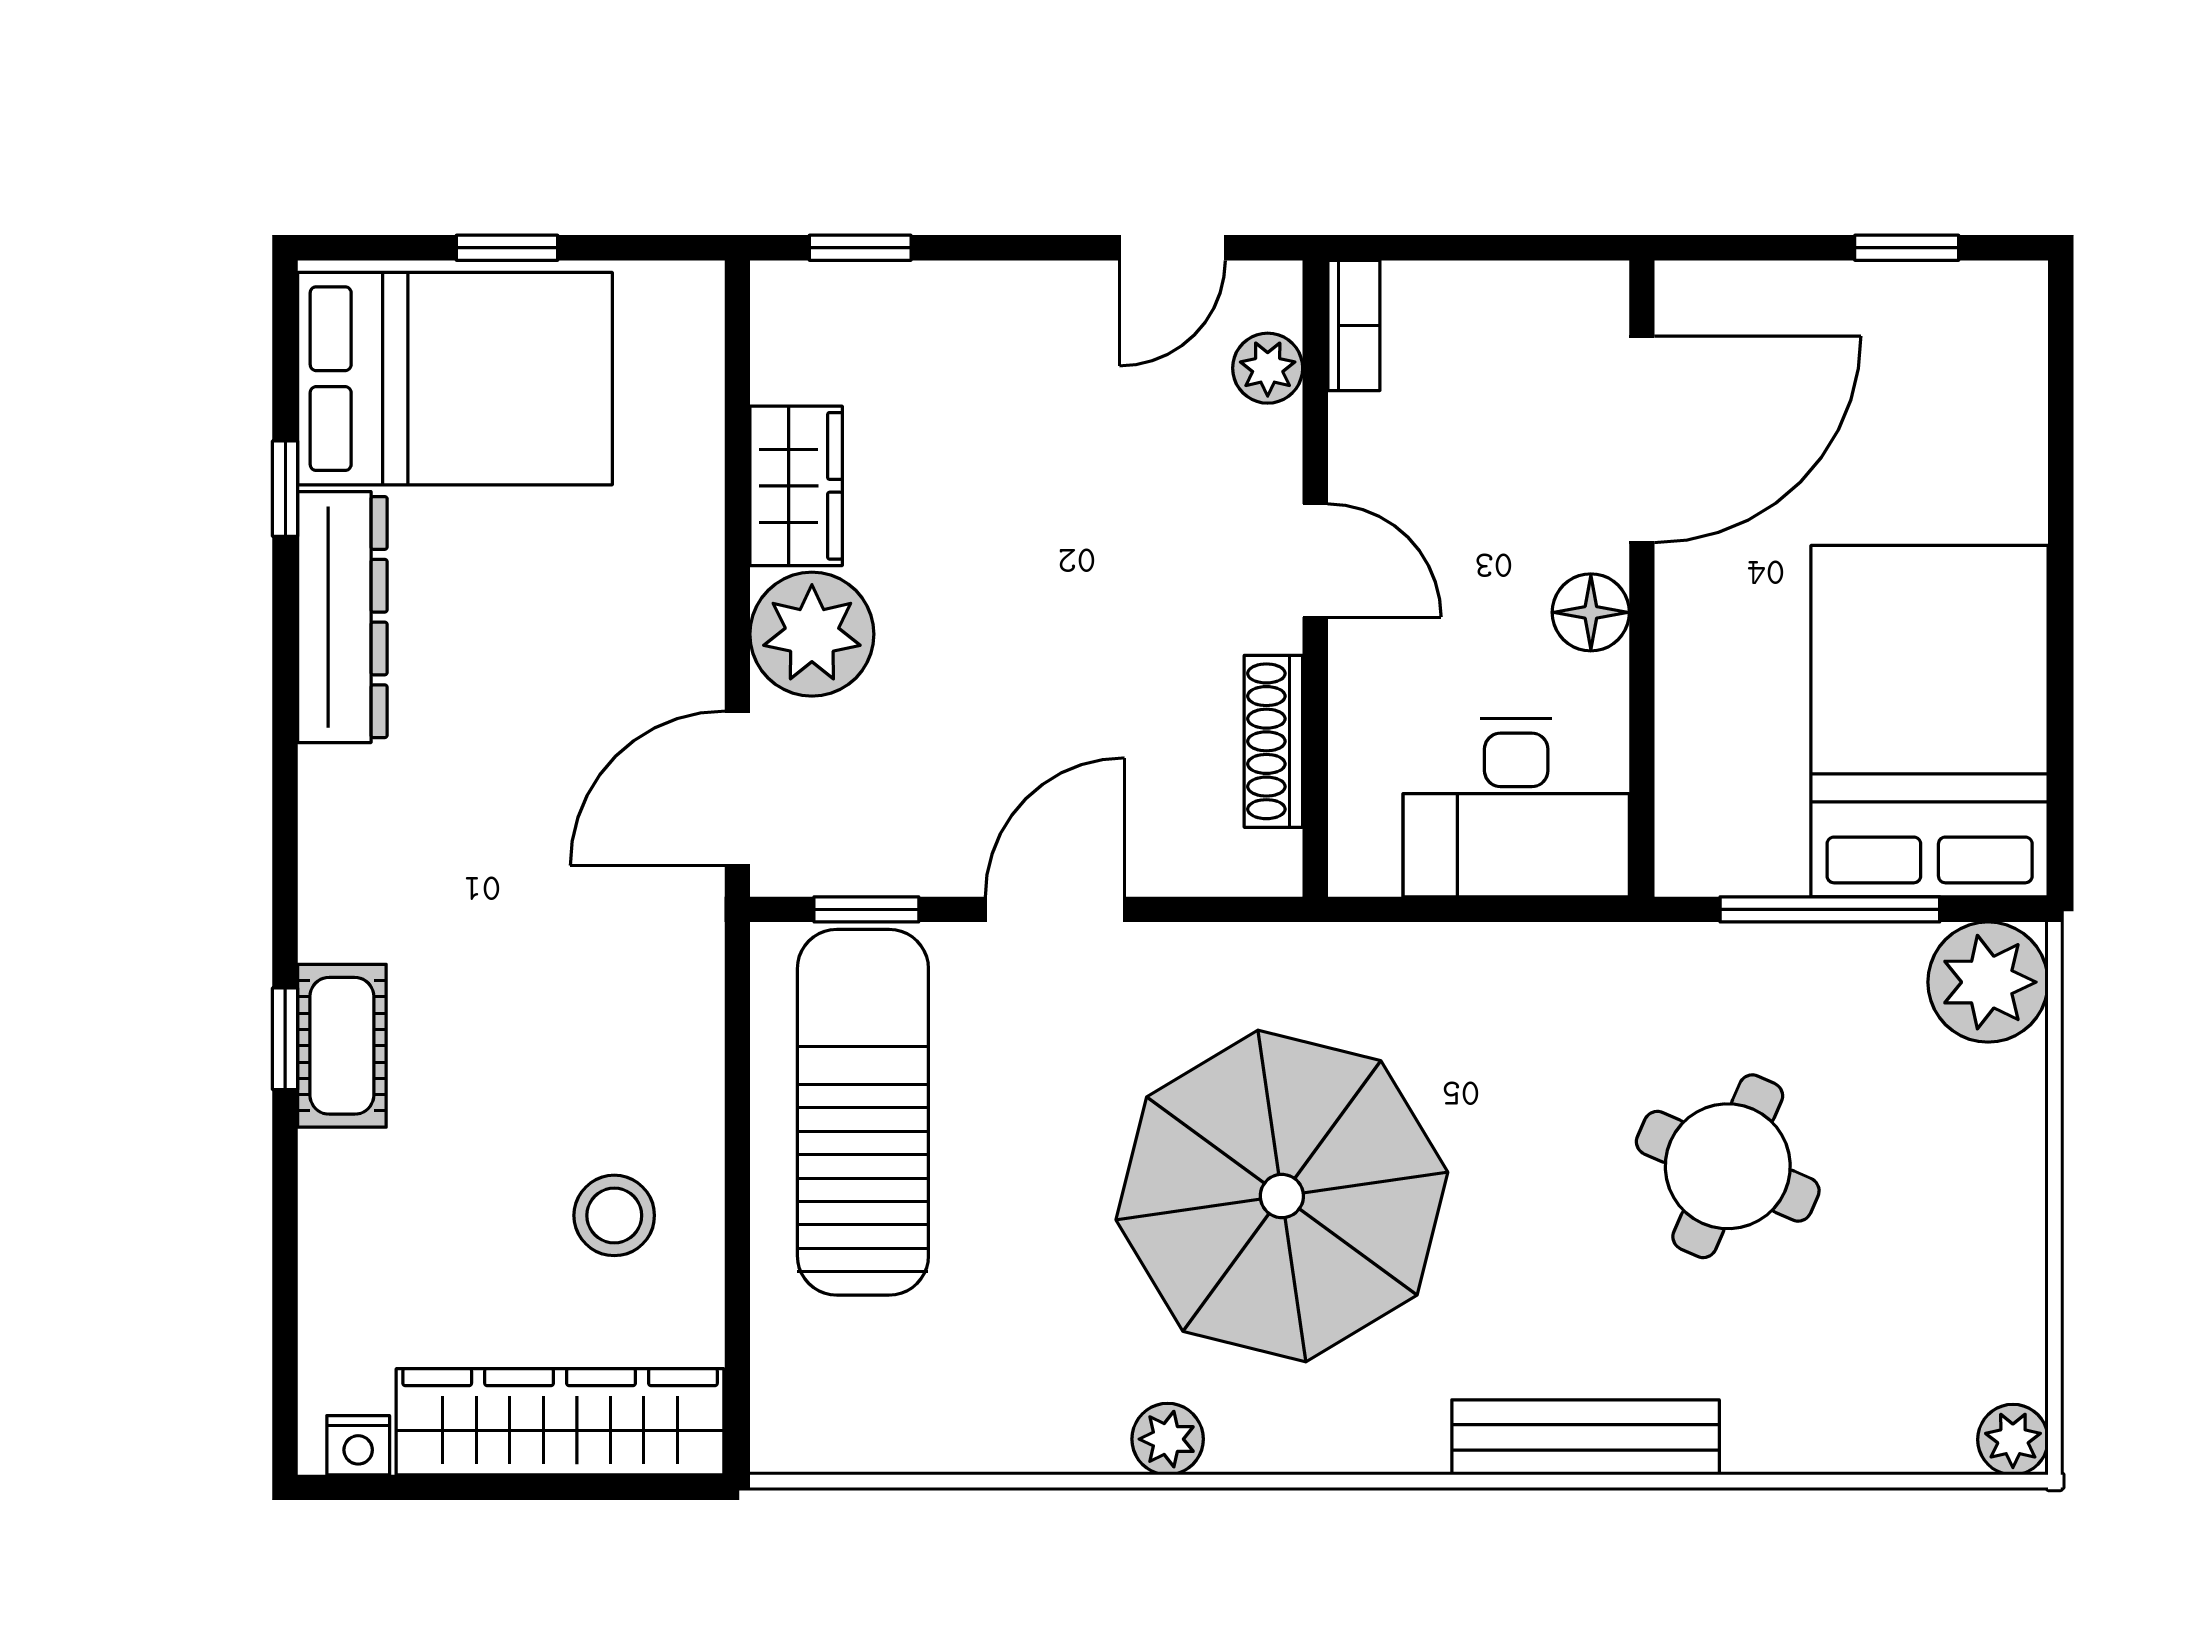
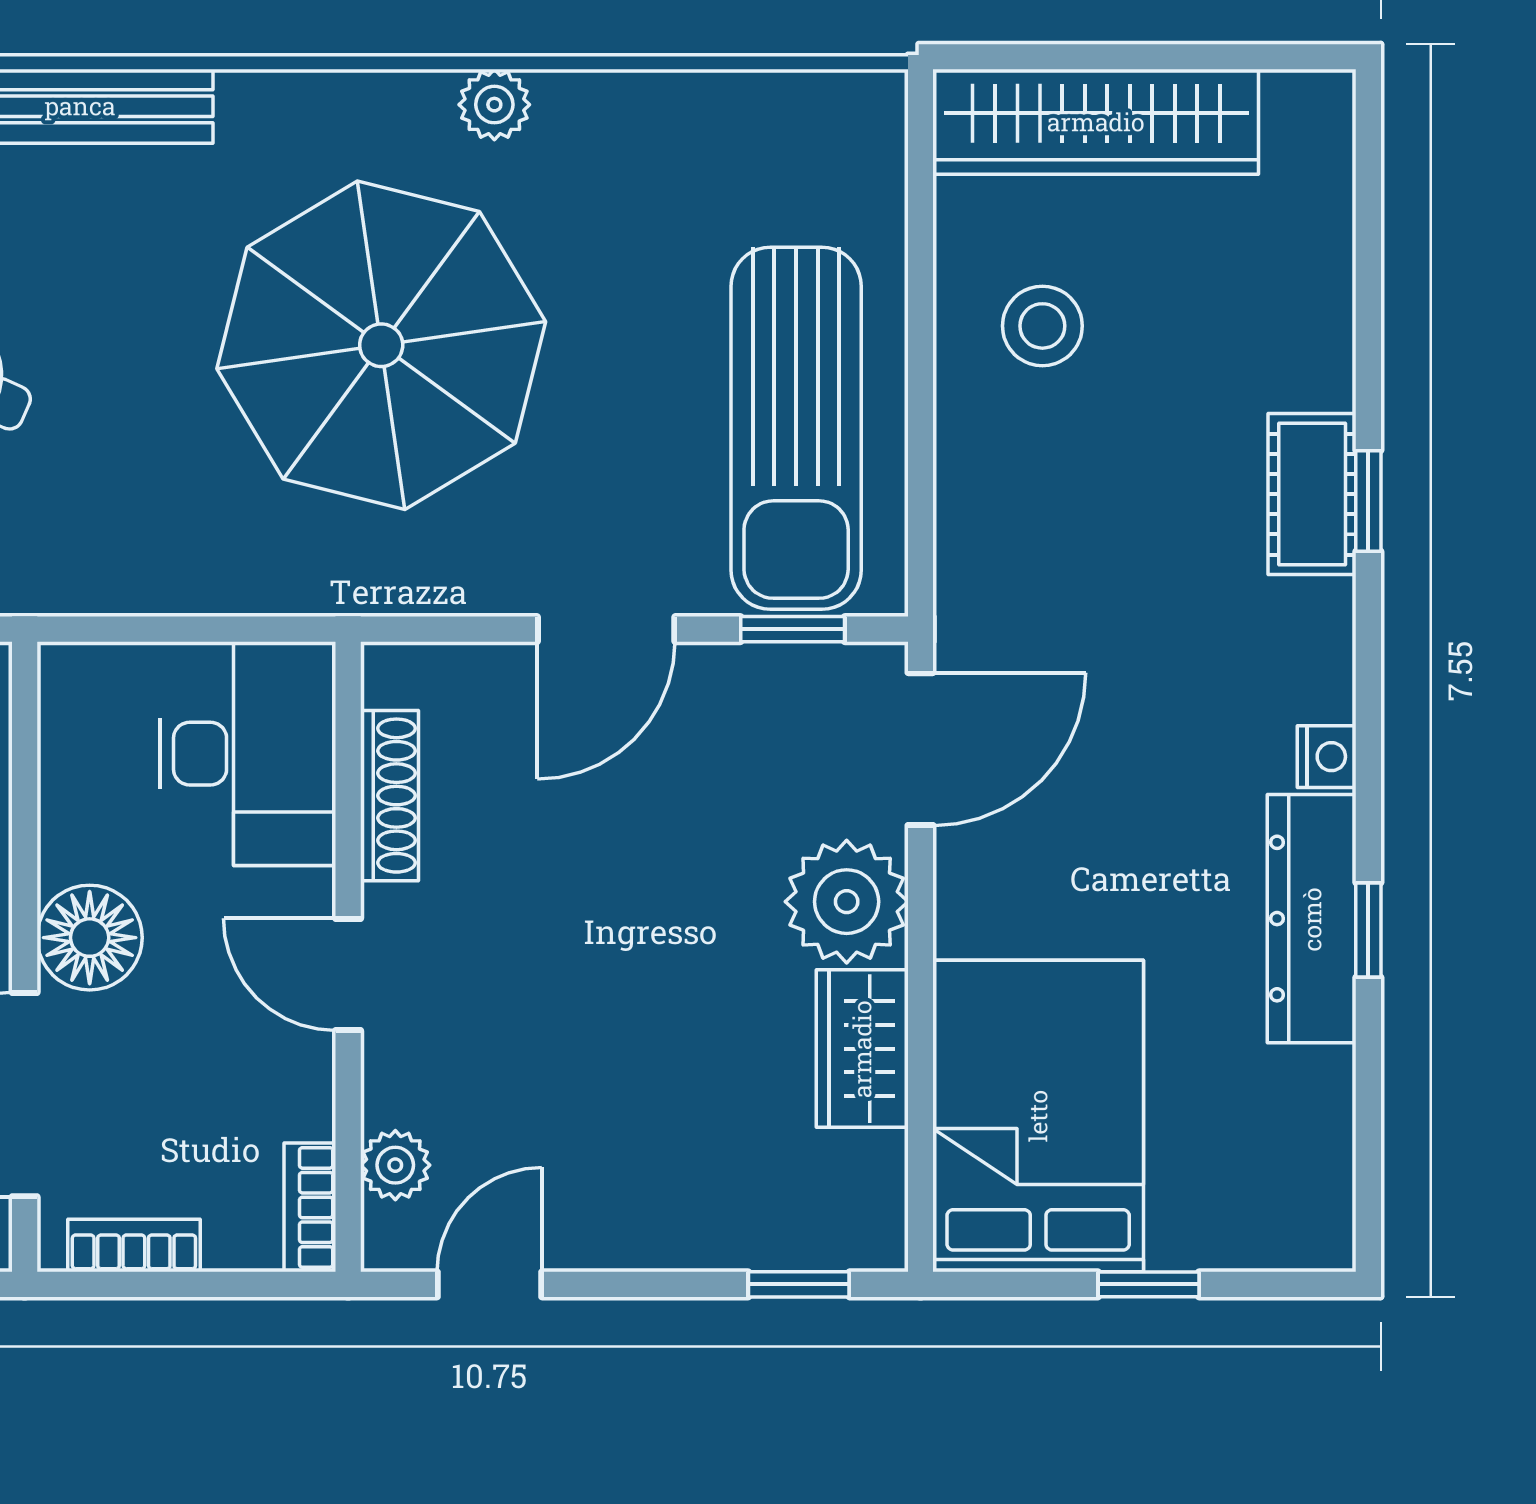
bookcase: (1532, 287) -> (134, 1245), added
bed: (455, 379) -> (1038, 1116), moved, turned 90
window: (285, 489) -> (1368, 930), moved
floor lamp: (1591, 612) -> (90, 938), width x1.38, depth x1.38
desk: (1516, 808) -> (248, 754), moved, turned 90
nightstand: (358, 1445) -> (1327, 757), moved, turned 90

